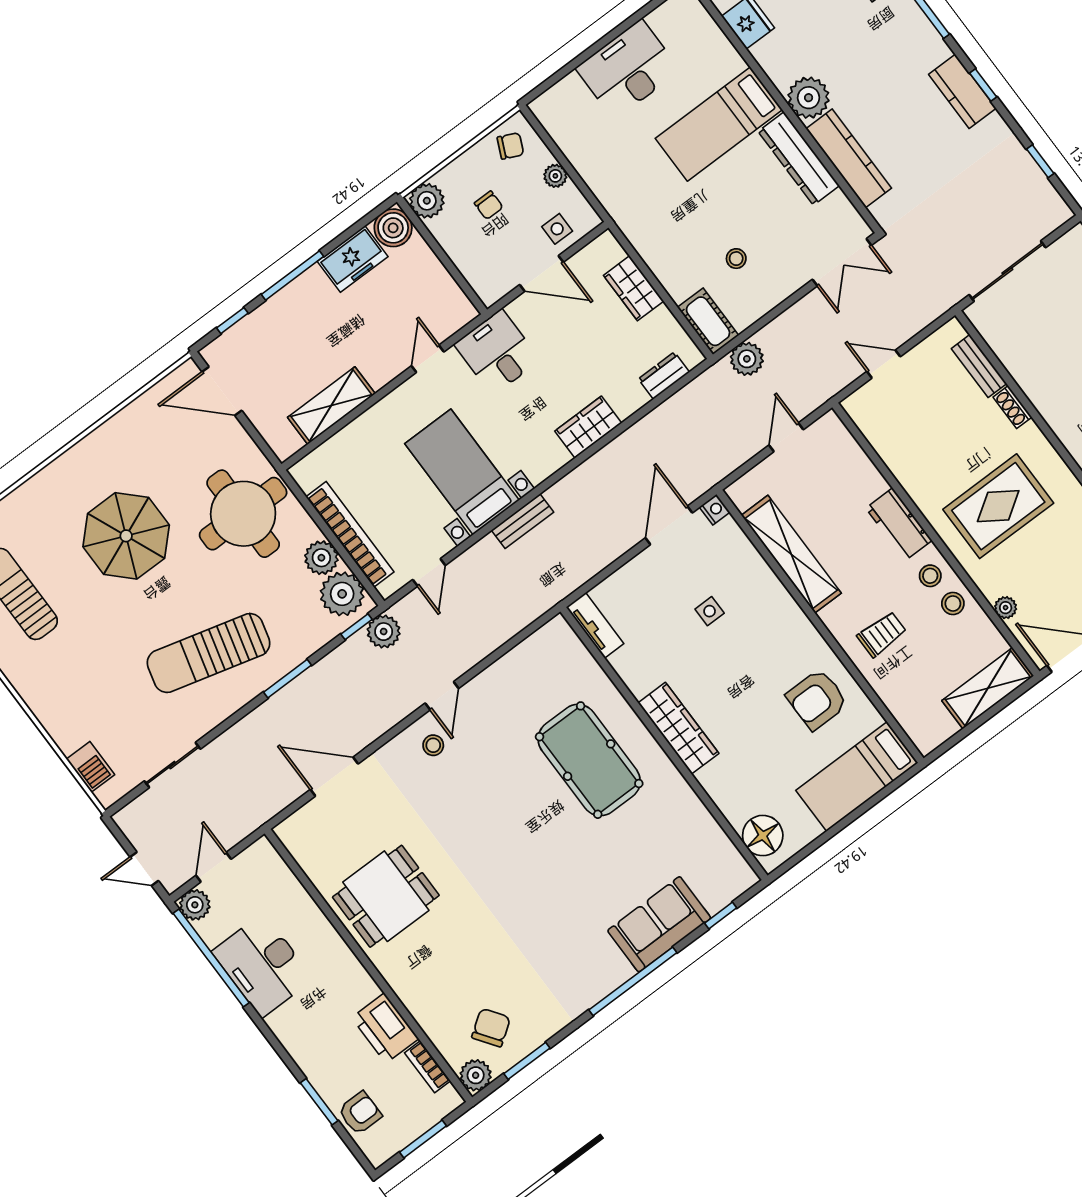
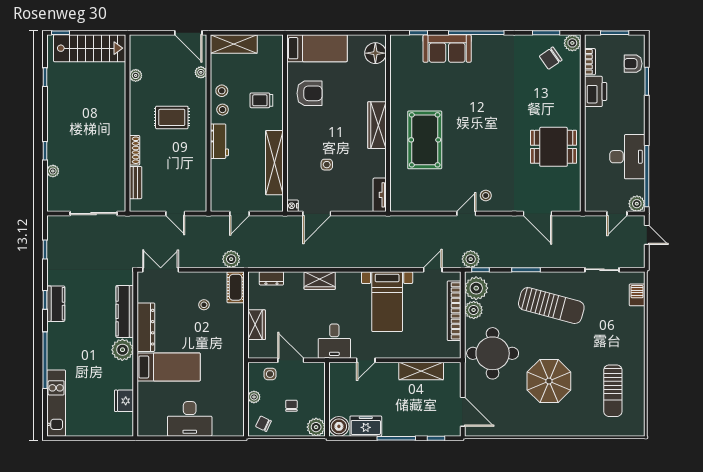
shoe rack: (1012, 407) -> (134, 150), width x1.43
rug: (998, 506) -> (172, 117), width x0.73, depth x0.70
bench: (522, 521) -> (377, 262), removed

